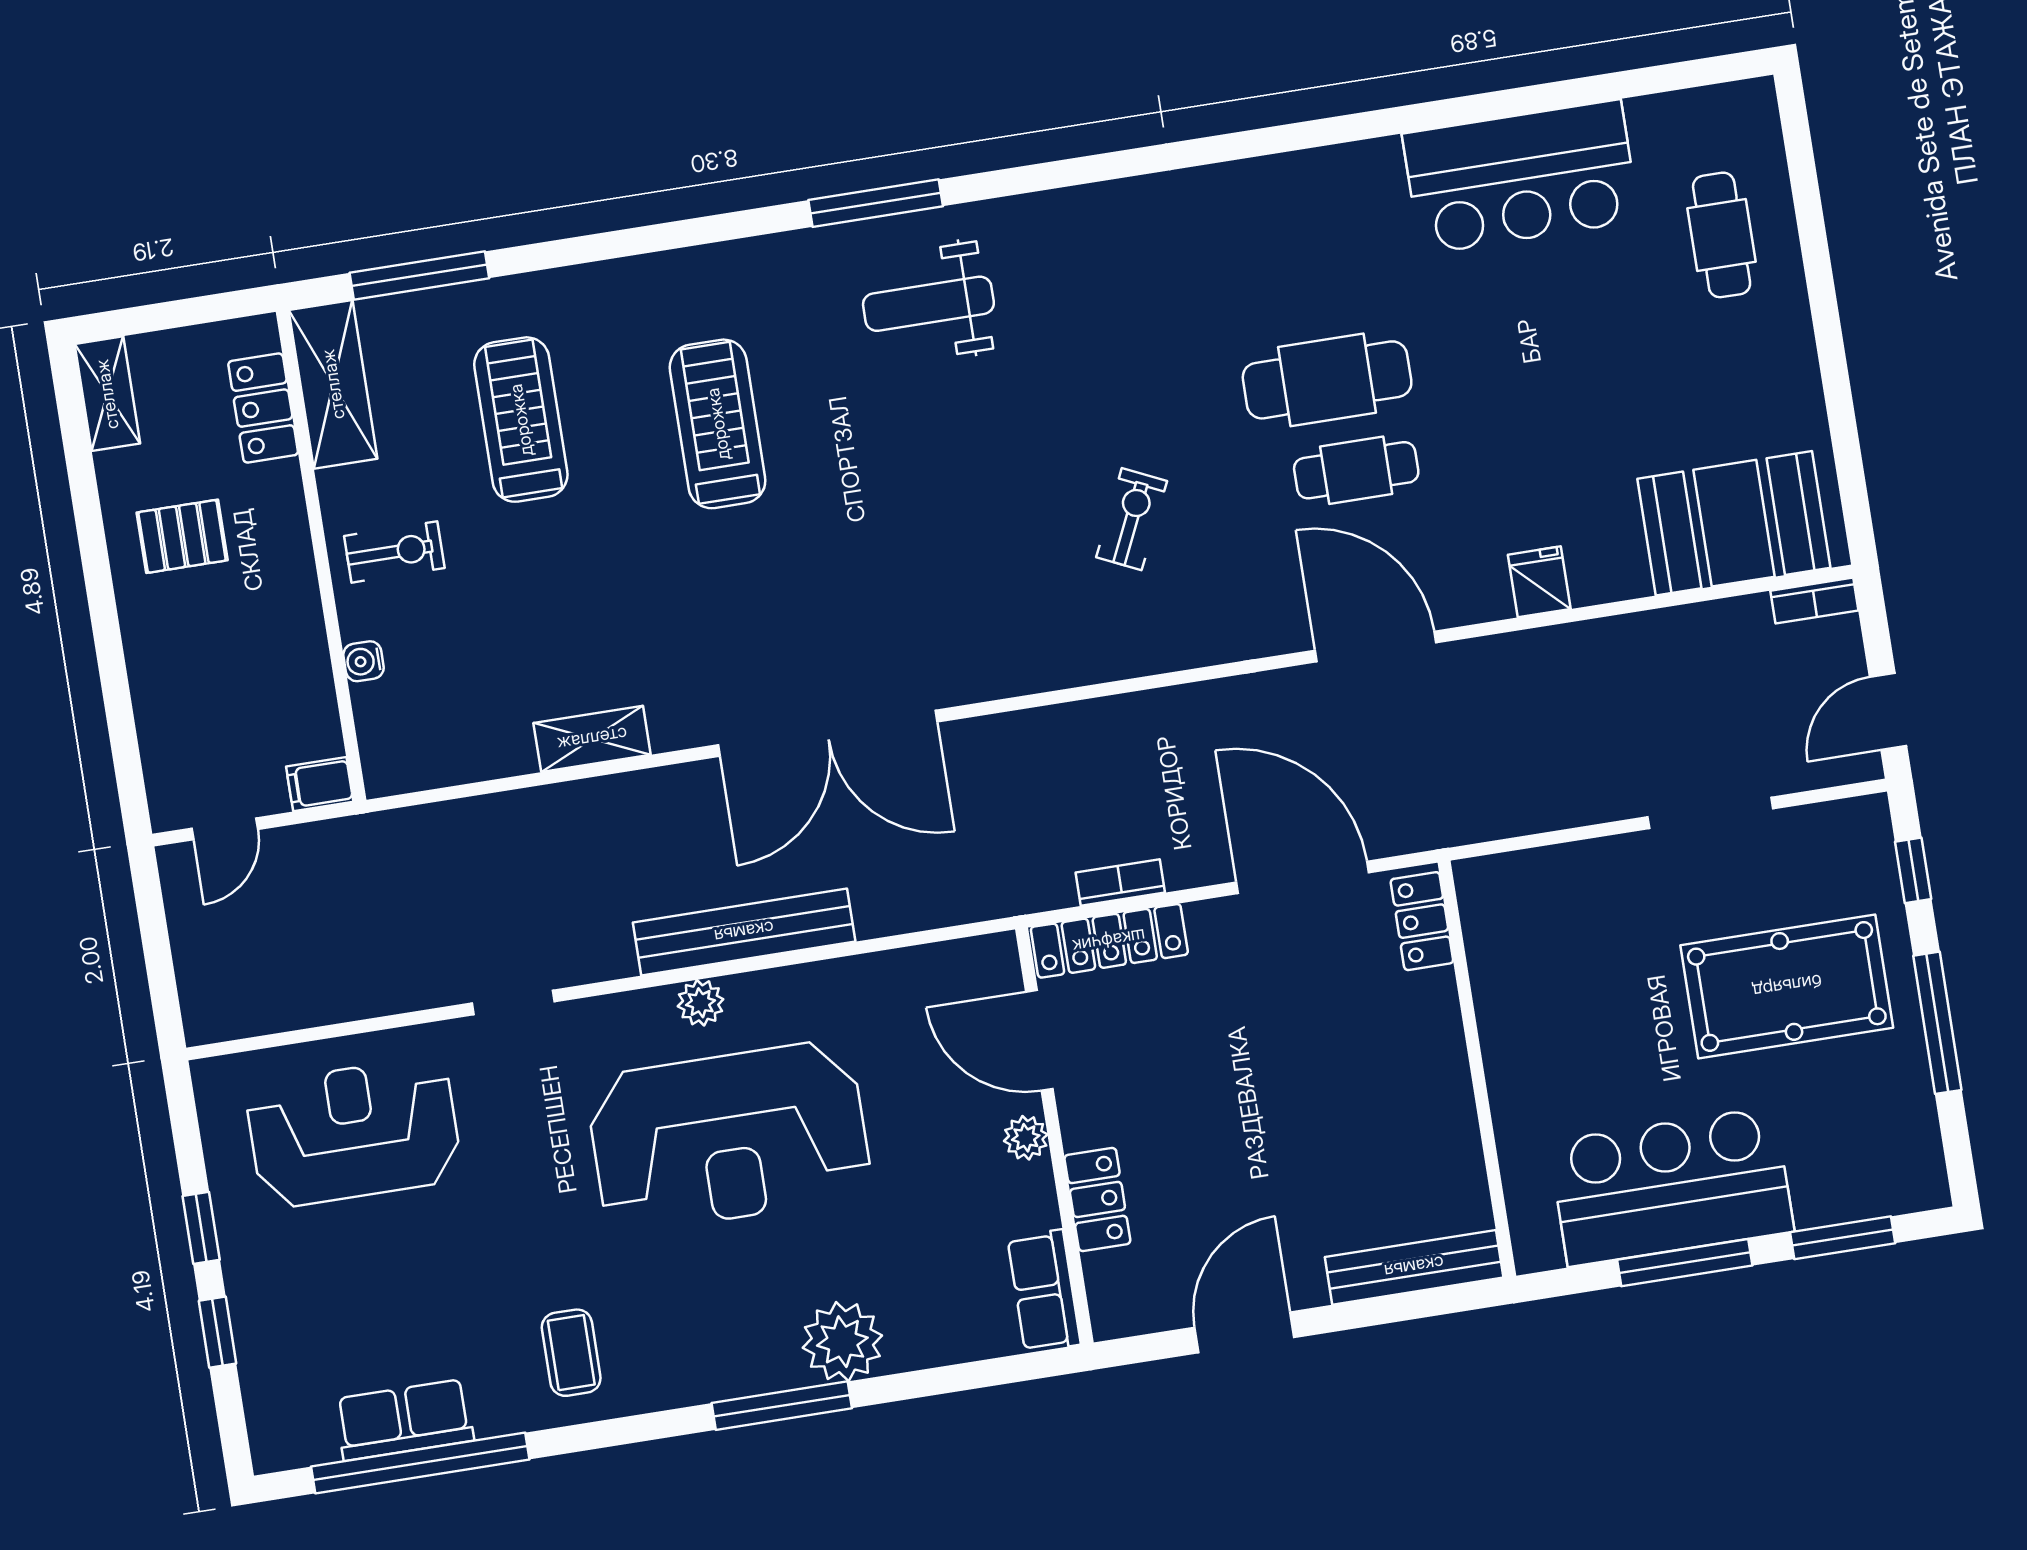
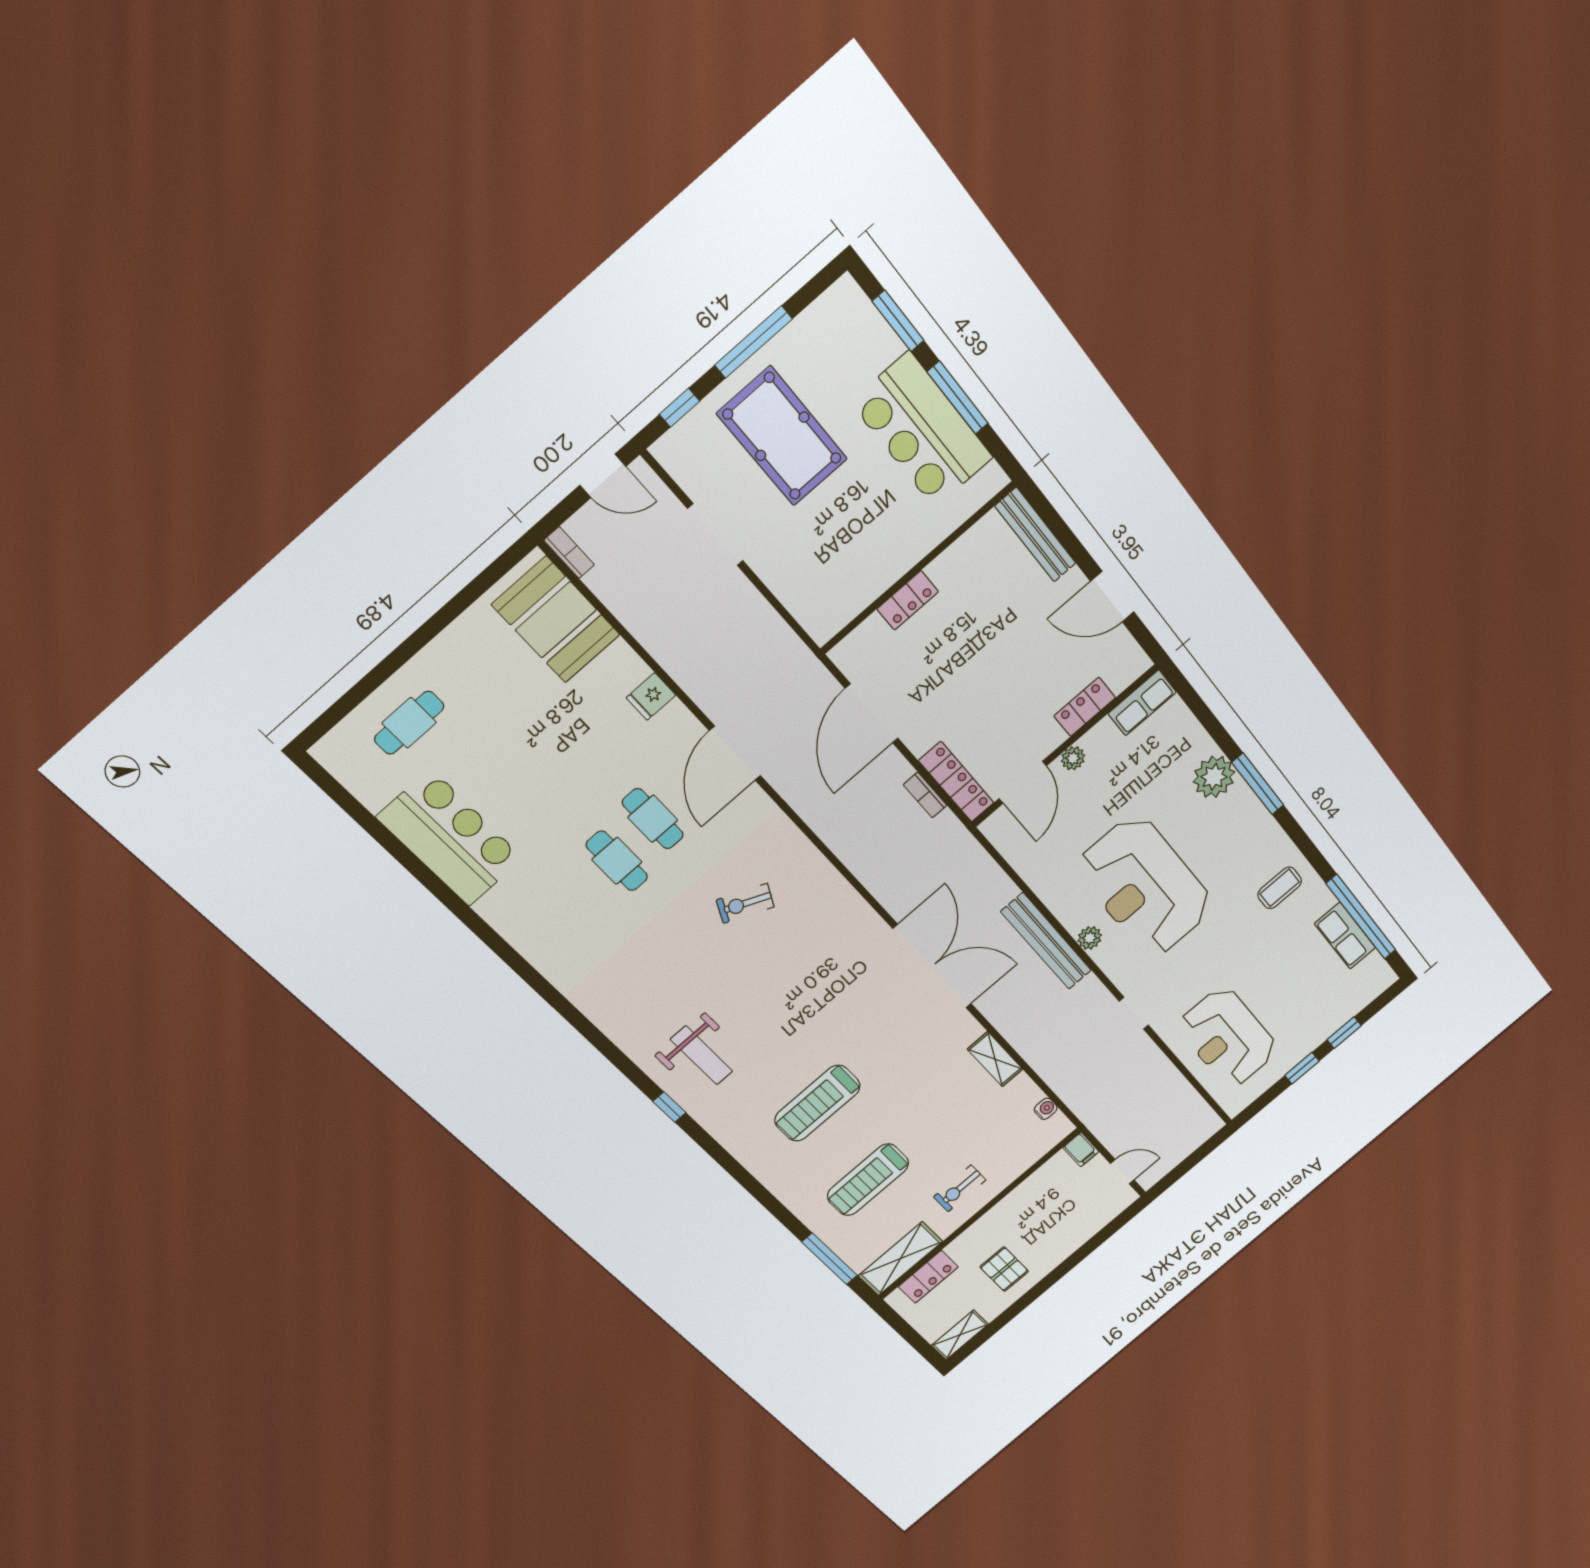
window: (876, 203) -> (669, 1107), width x0.46
cafe table: (1327, 380) -> (617, 861), width x0.73, depth x0.74
exercise bike: (394, 552) -> (960, 1188), turned -90
water cooler: (364, 661) -> (1046, 1109), moved, turned -90
locker: (1422, 921) -> (908, 600), moved
reception desk: (729, 1137) -> (1145, 886), turned 180

